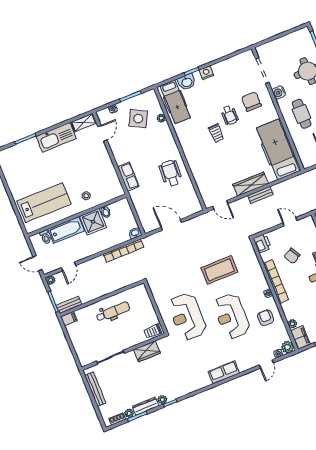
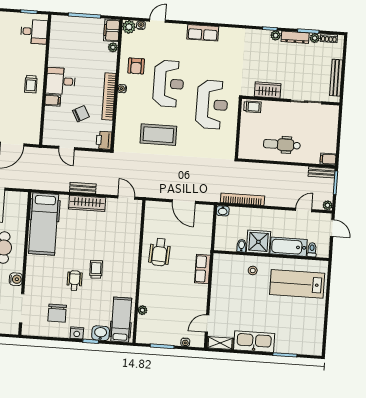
chair: (251, 102) -> (57, 313), moved
side table: (138, 119) -> (165, 321), removed

